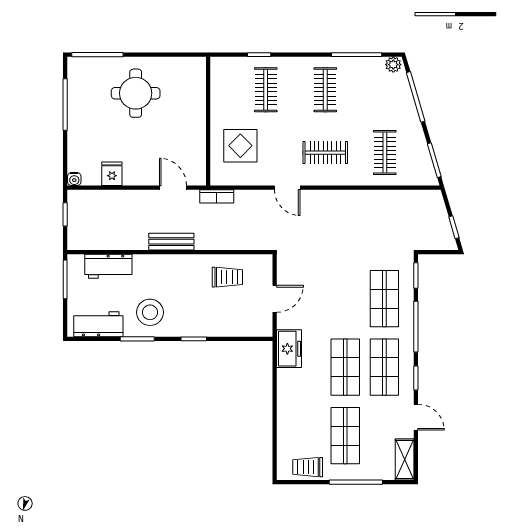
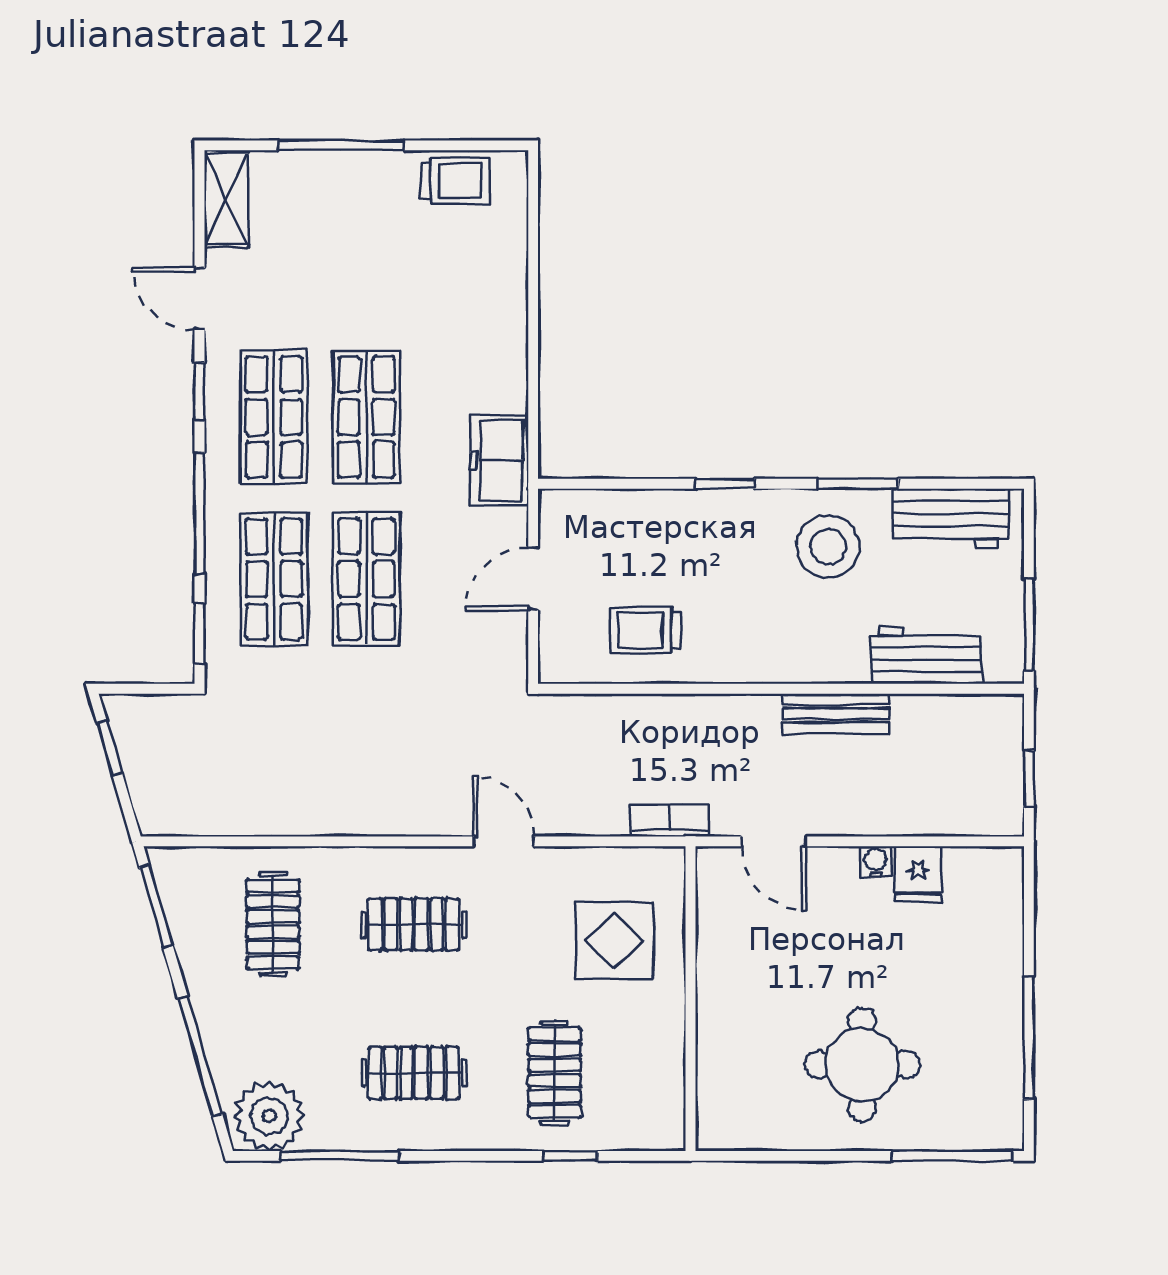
plant: (393, 65) -> (269, 1116), width x1.88, depth x1.88
clothes rail: (325, 90) -> (414, 1073), turned 90
water cooler: (74, 179) -> (875, 862), moved
bench: (171, 242) -> (836, 714), moved
shop shelf: (345, 436) -> (366, 579), moved

